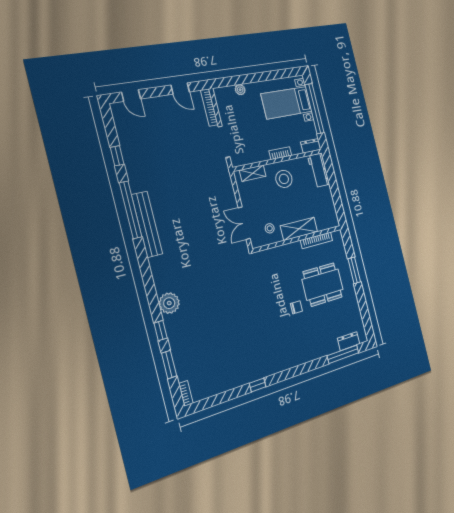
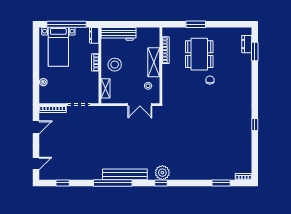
window: (117, 156) -> (63, 183), moved
workbench: (319, 170) -> (119, 34), width x1.38
plant: (169, 303) -> (162, 173), moved
window: (161, 331) -> (161, 183), moved
window: (343, 354) -> (255, 52), width x0.69

